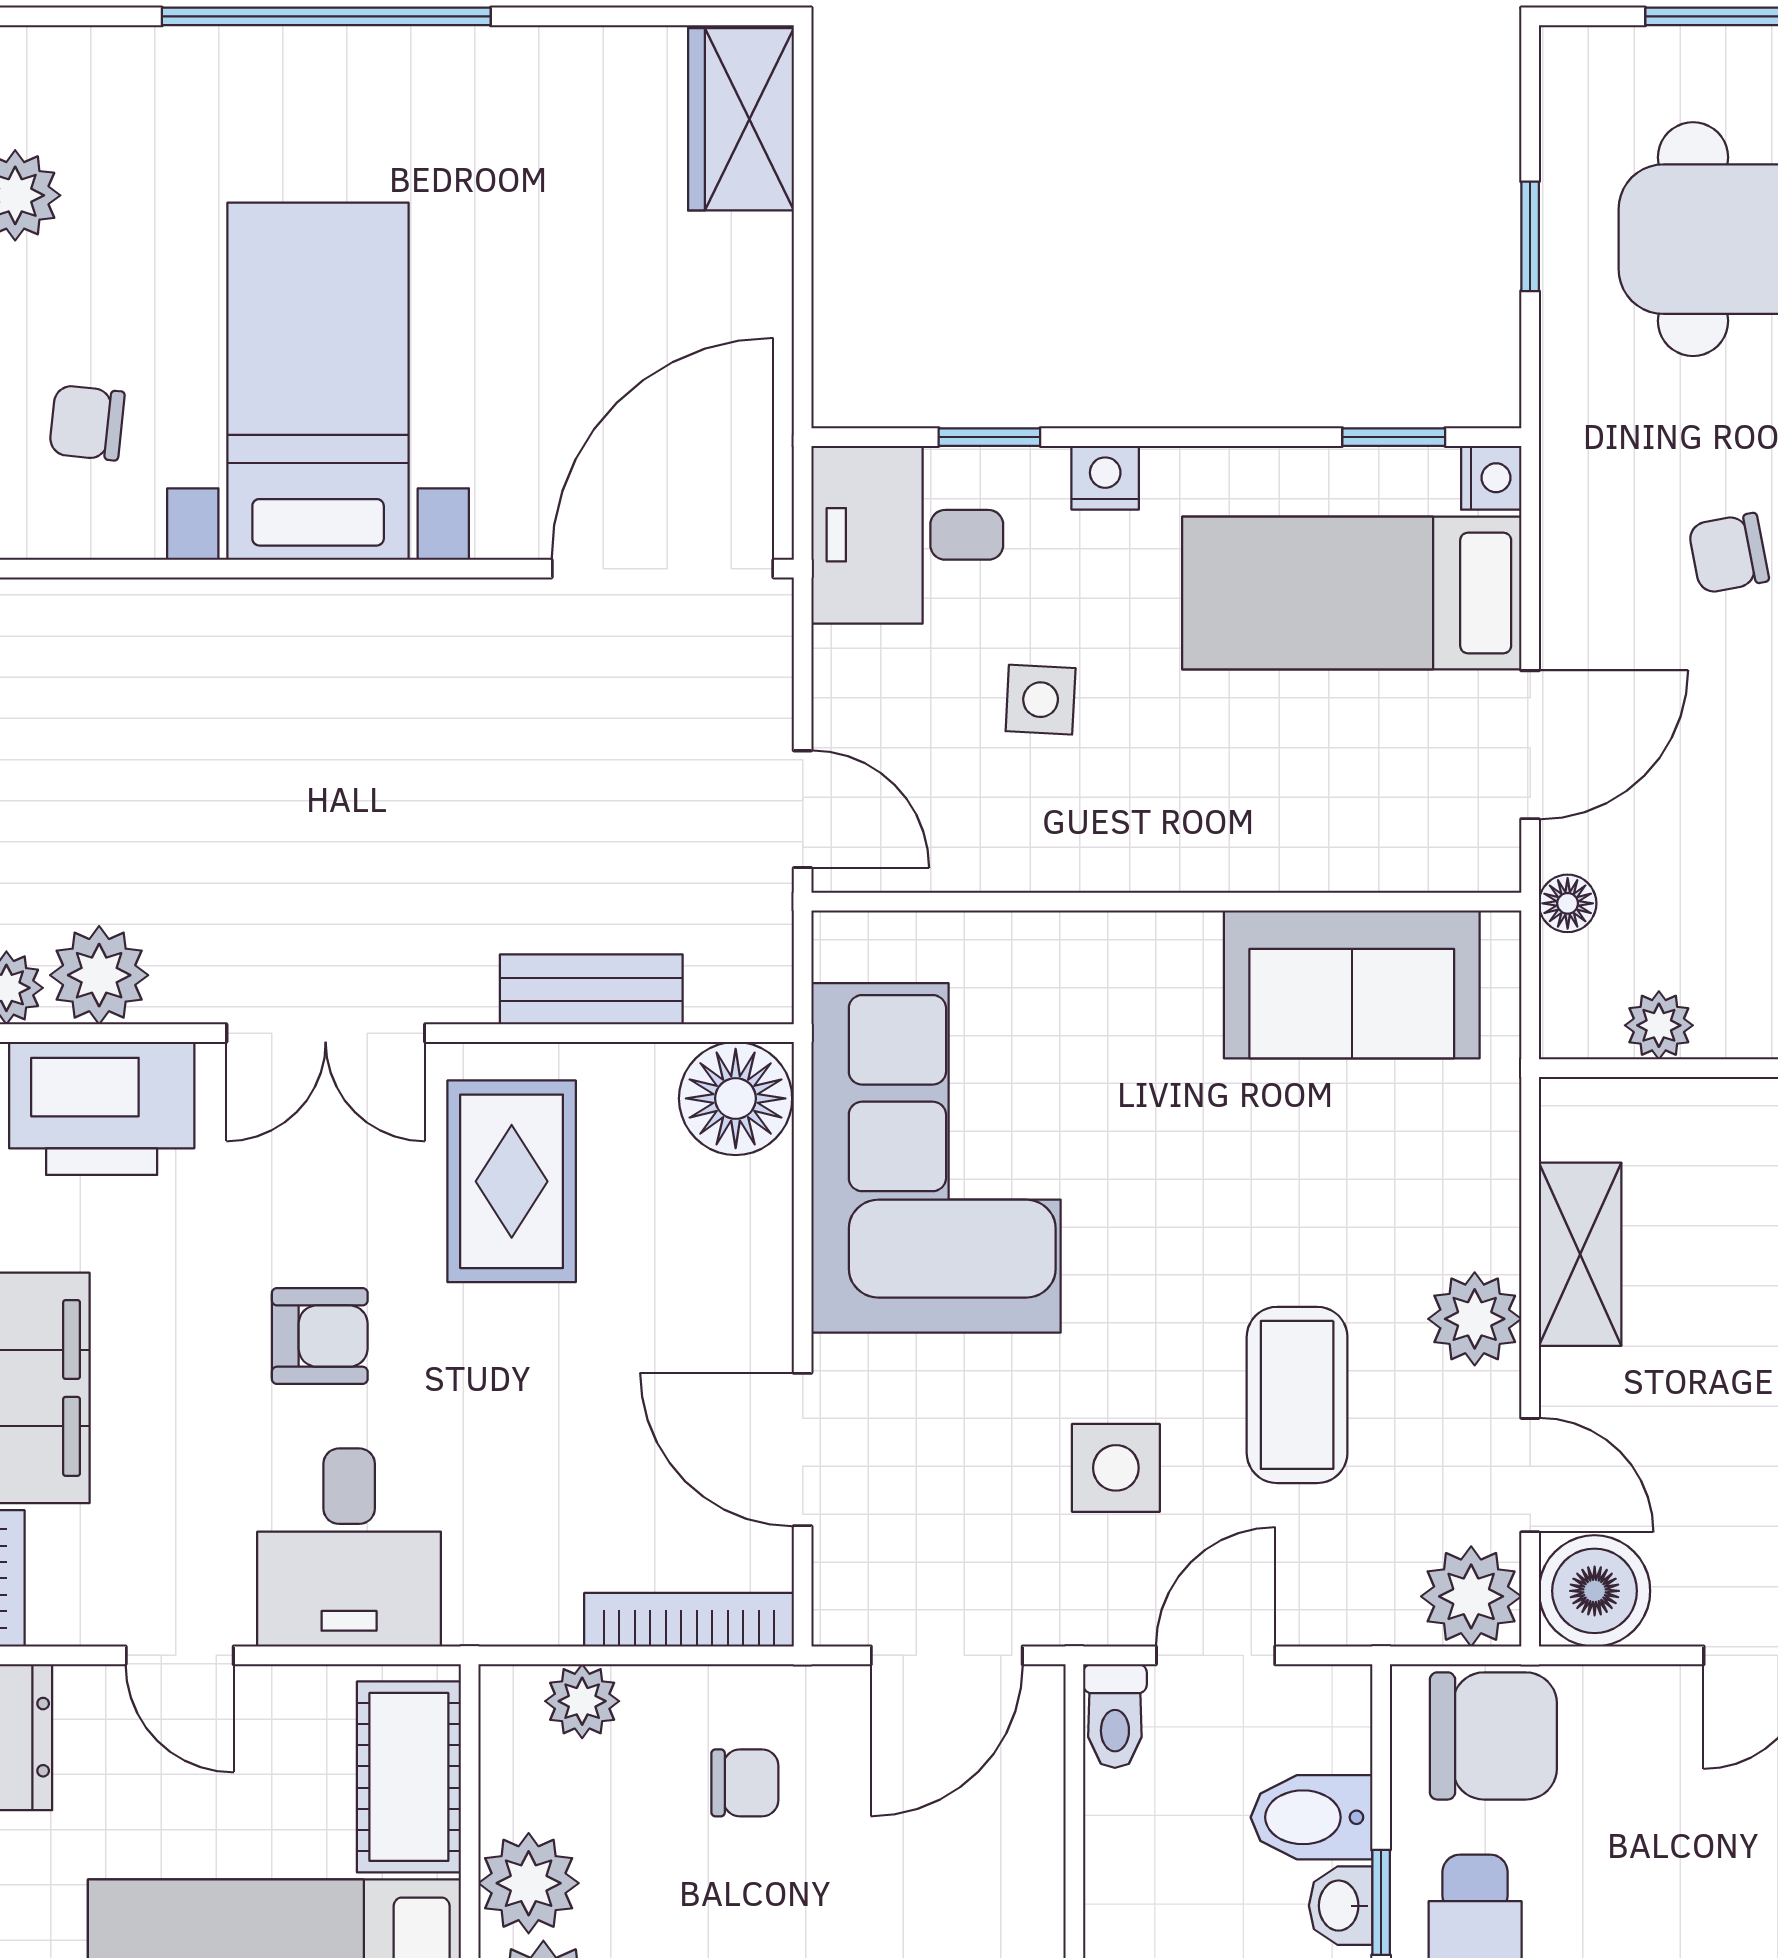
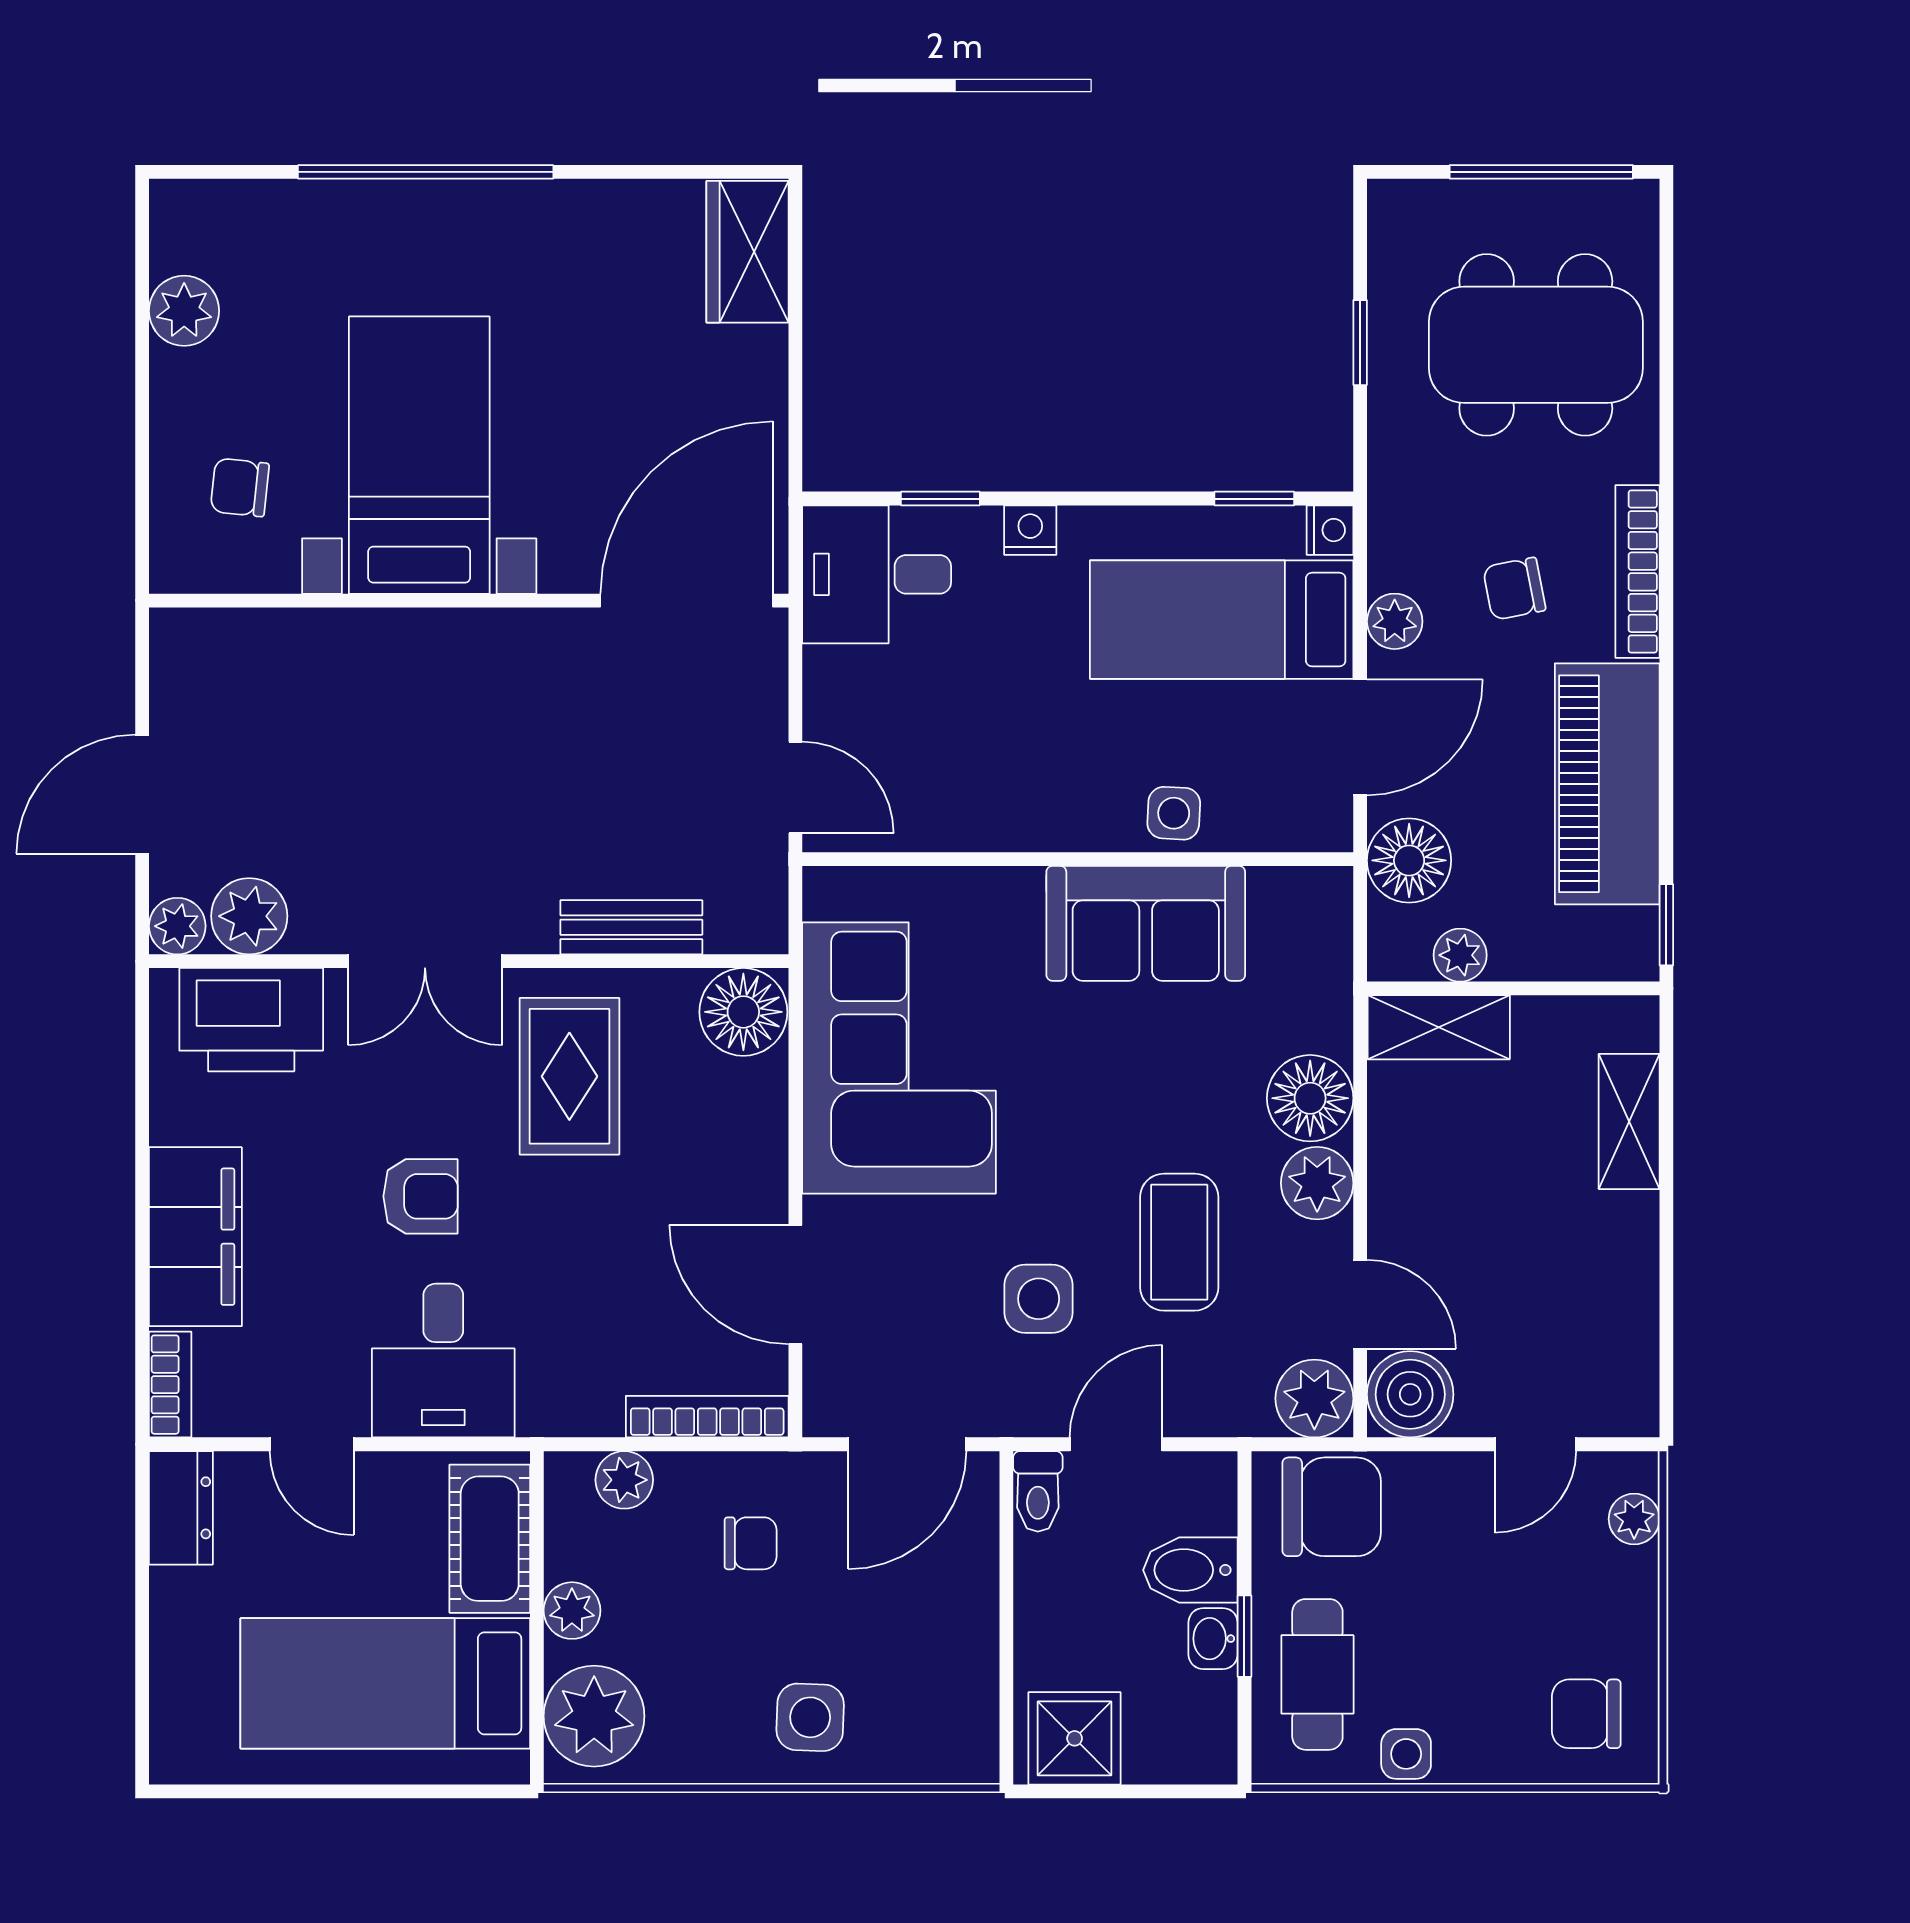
plant: (1575, 595) -> (1395, 621), added
side table: (1041, 700) -> (1174, 813), moved
floor lamp: (1568, 903) -> (1409, 860), width x1.89, depth x1.89
sofa: (1352, 984) -> (1146, 923), moved
floor lamp: (1466, 1210) -> (1310, 1098), added
shelving: (1580, 1254) -> (1439, 1027), moved, turned 90
plant: (529, 1883) -> (572, 1611), width x0.73, depth x0.73

